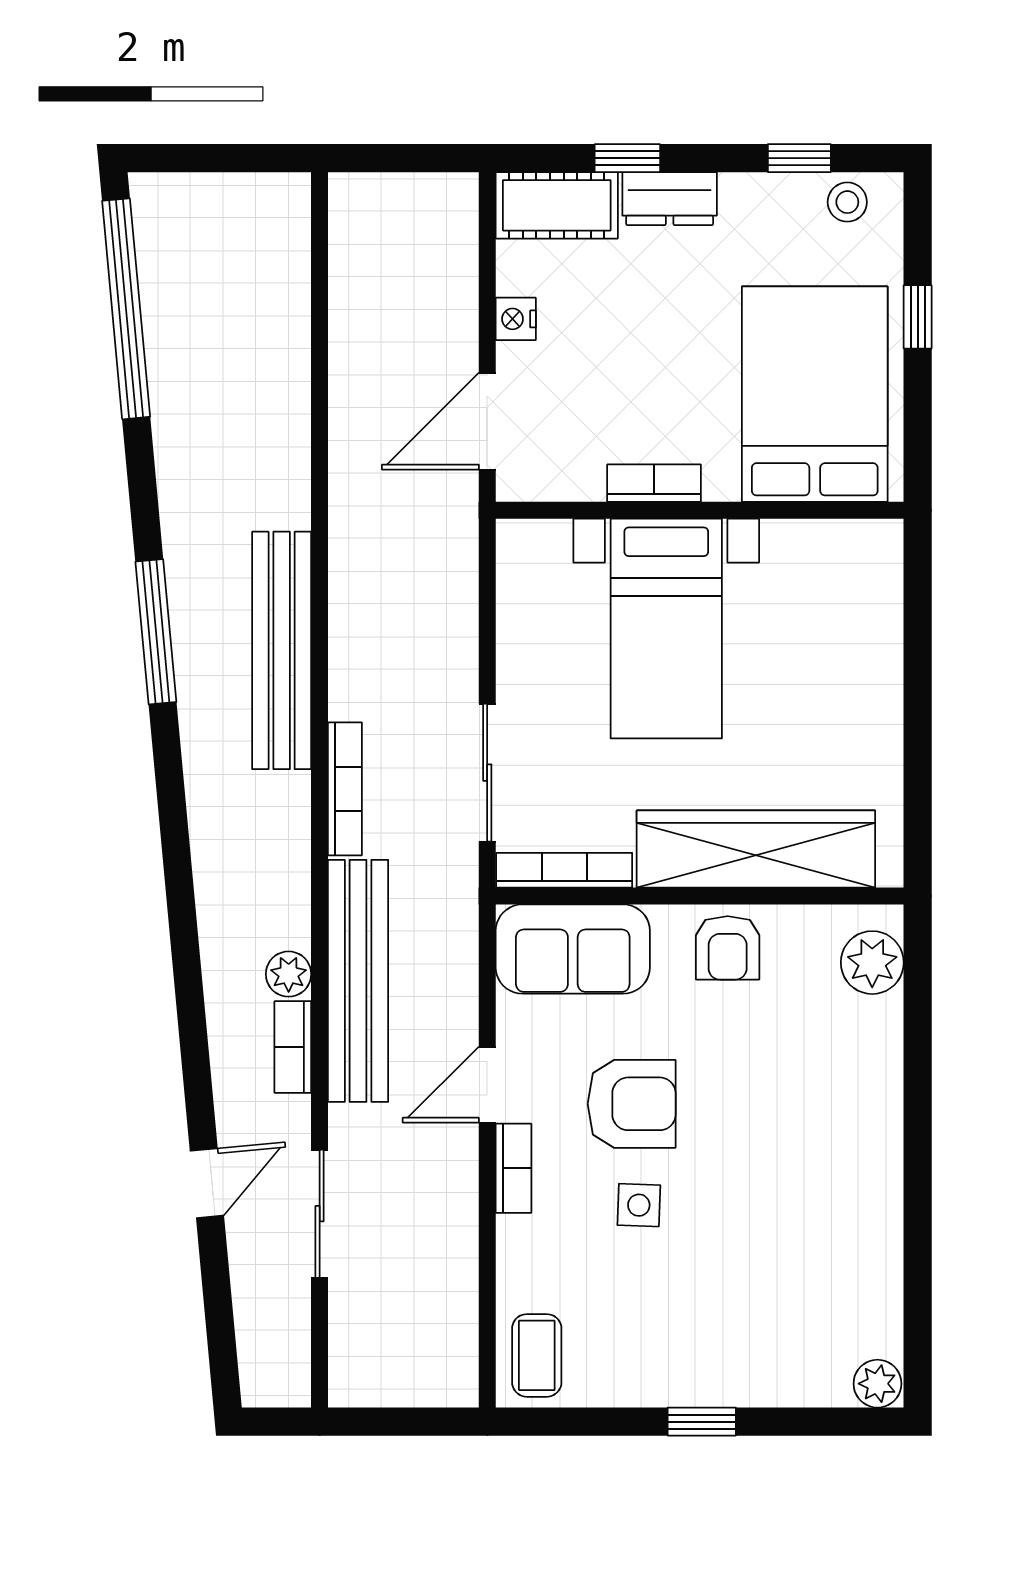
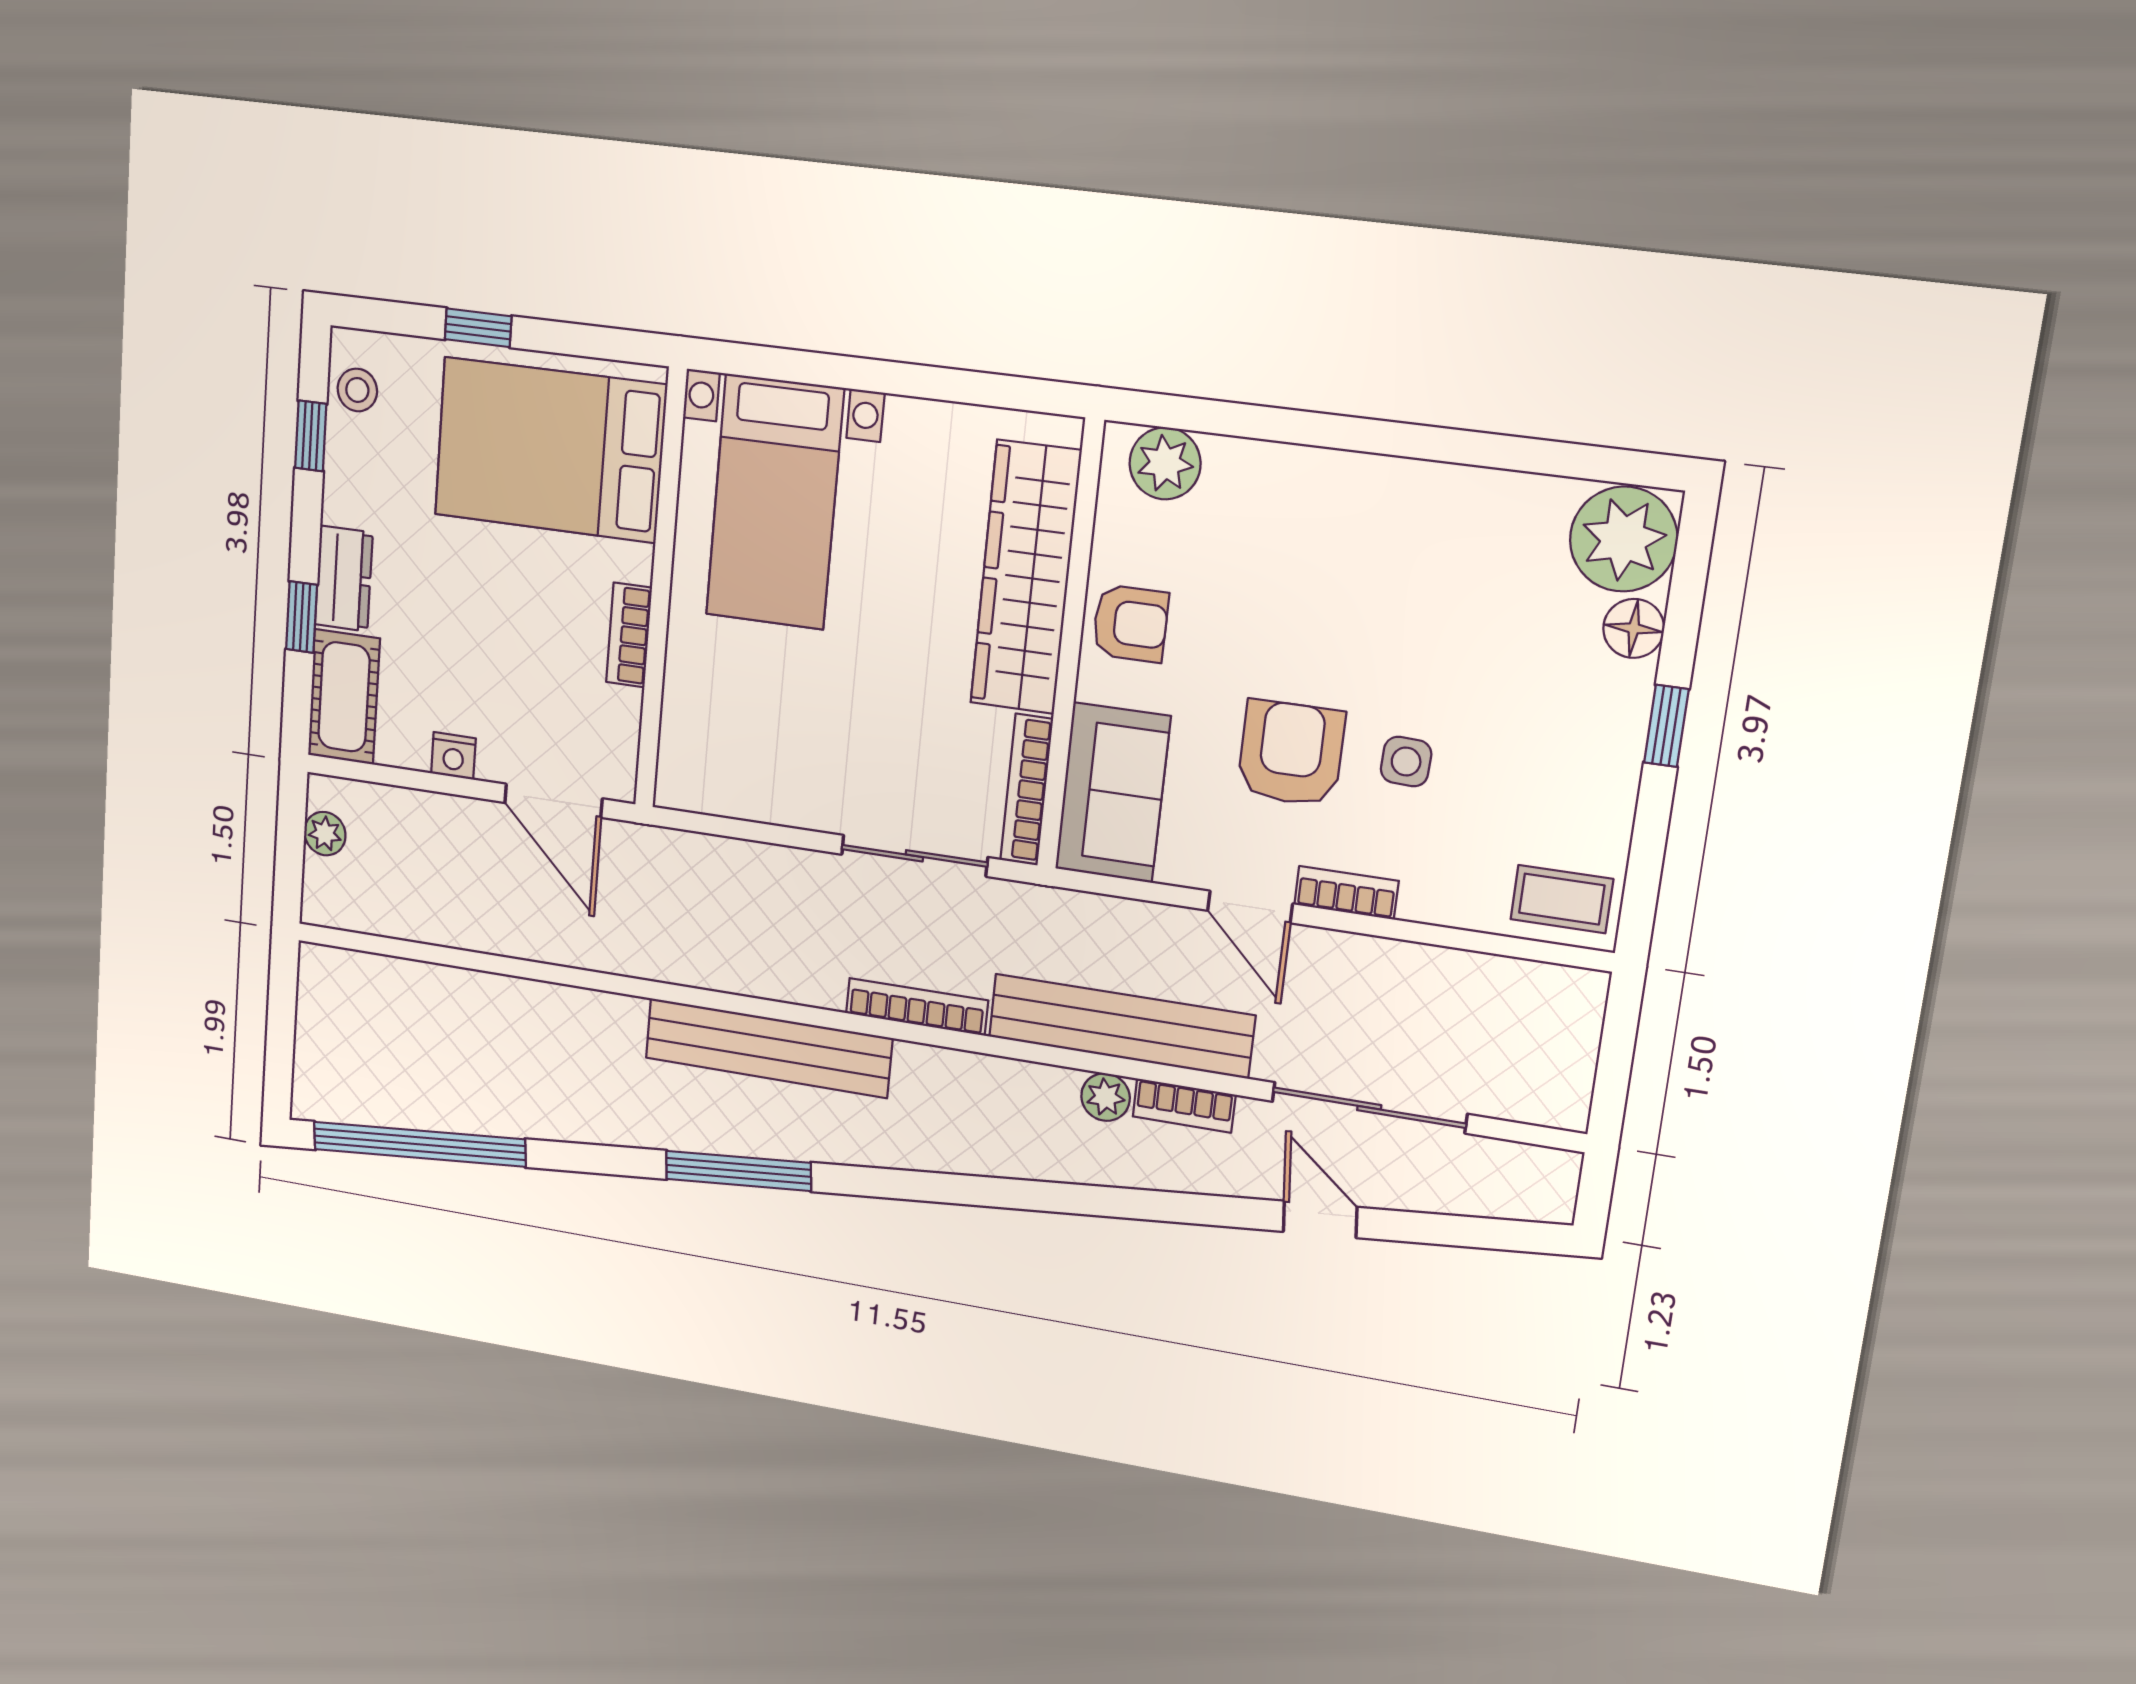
plant: (421, 193) -> (325, 834), added
bed with nightstands: (666, 629) -> (775, 502), moved, turned 90
sliding door: (320, 1214) -> (1369, 1108), width x1.37
floor lamp: (782, 1382) -> (1634, 628), added
plant: (877, 1384) -> (1624, 539), width x1.88, depth x1.88

